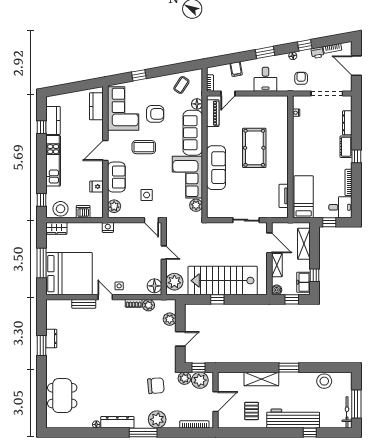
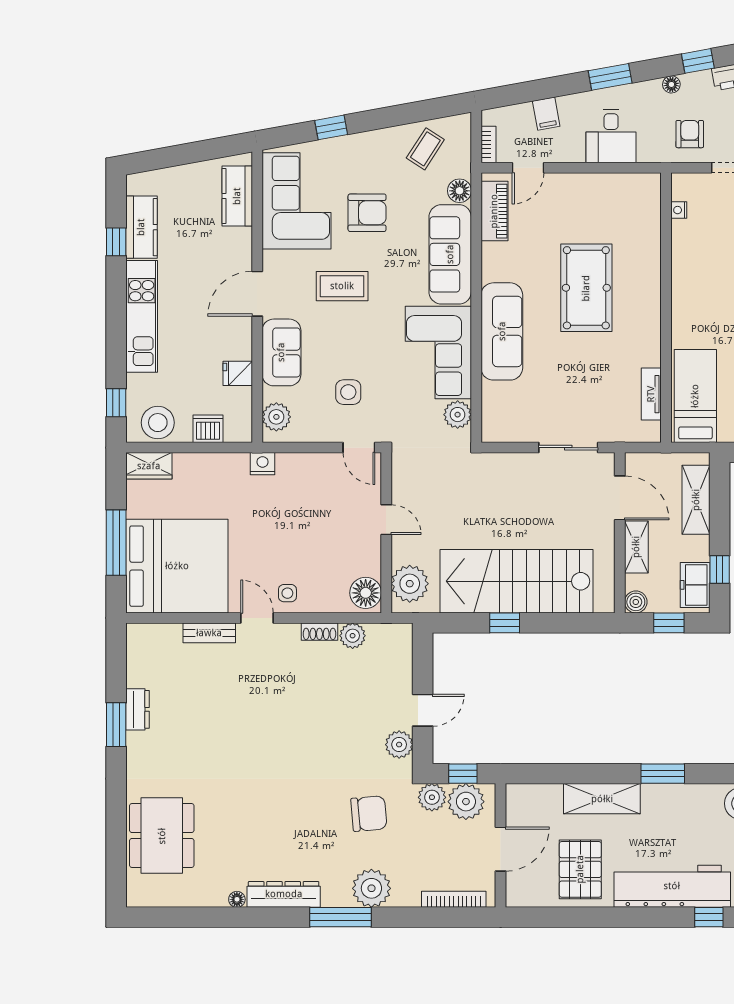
plant: (170, 319) -> (399, 745), moved
pallet: (252, 411) -> (580, 869), width x1.50, depth x1.42

